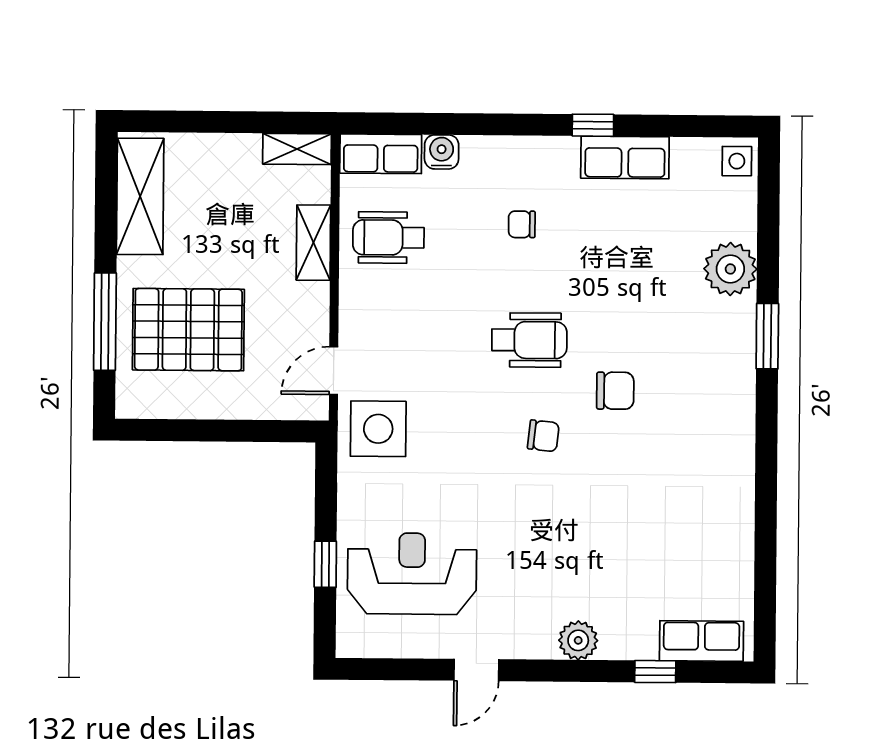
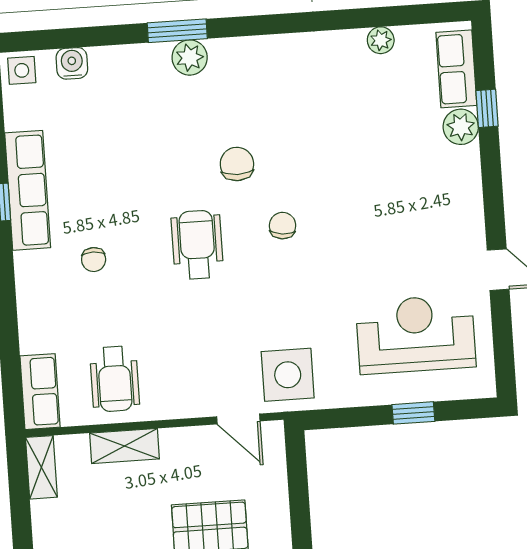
water cooler: (442, 152) -> (72, 63), moved, turned 90
row of seats: (625, 158) -> (28, 190), width x1.48
plant: (730, 269) -> (190, 57), moved, width x0.73, depth x0.73
plant: (740, 560) -> (381, 40), added
reception desk: (412, 574) -> (416, 334), turned 90
plant: (578, 640) -> (461, 127), moved

